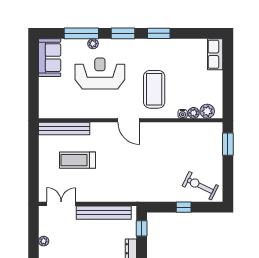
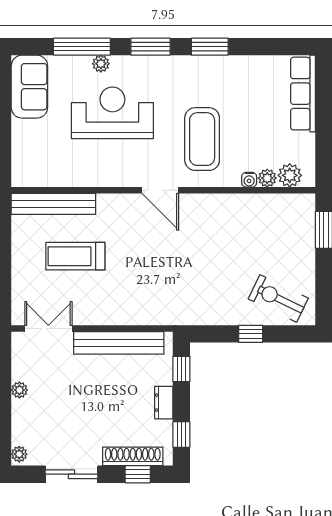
row of seats: (215, 54) -> (303, 94), width x1.48

